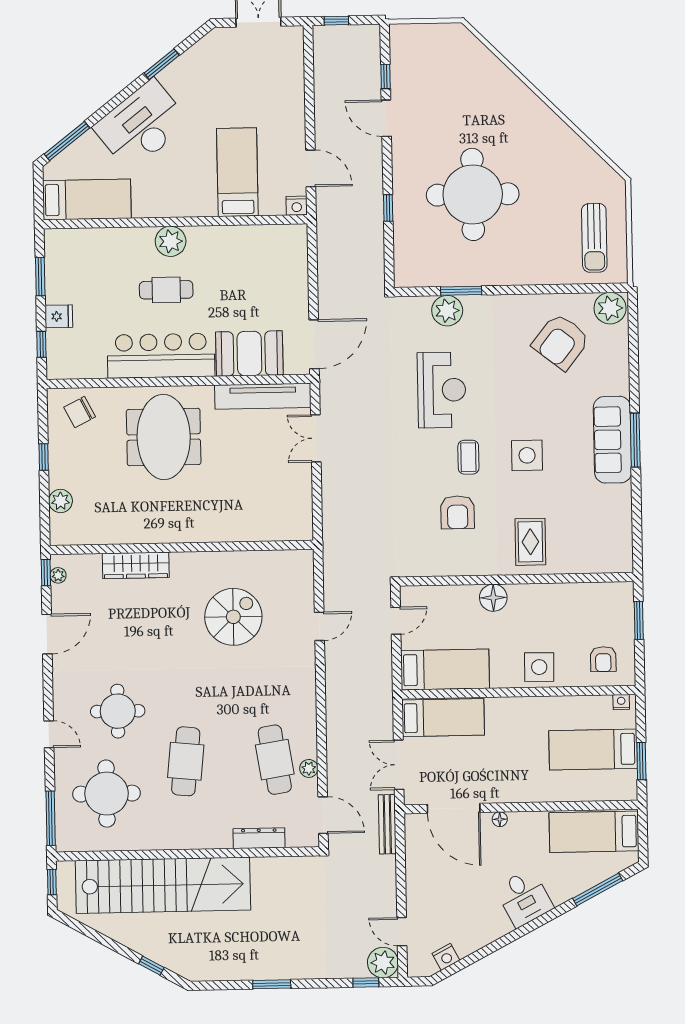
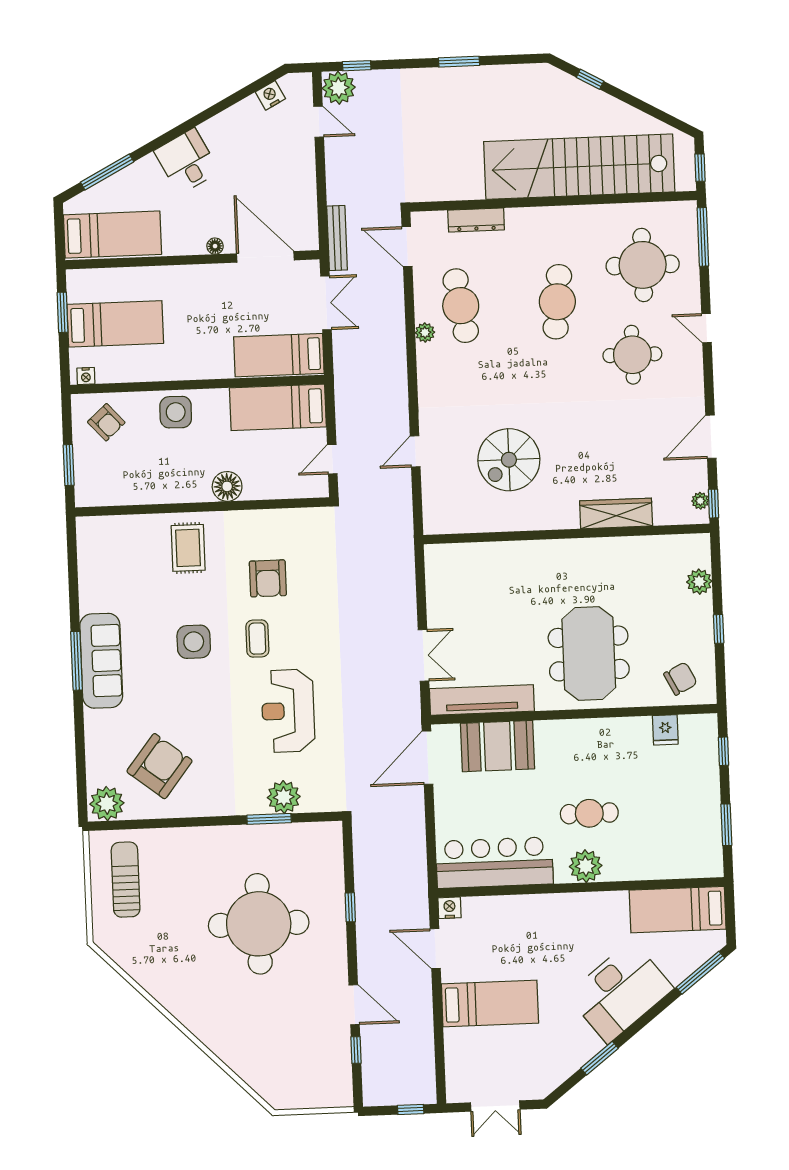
bed: (237, 172) -> (490, 1003), moved, turned -90
fridge: (59, 316) -> (665, 730), moved, turned -90
bar counter: (161, 356) -> (494, 863), moved, turned 180
armchair: (458, 512) -> (268, 578), turned 180
armchair: (603, 659) -> (106, 422), turned 138
plant: (309, 768) -> (425, 332), moved

